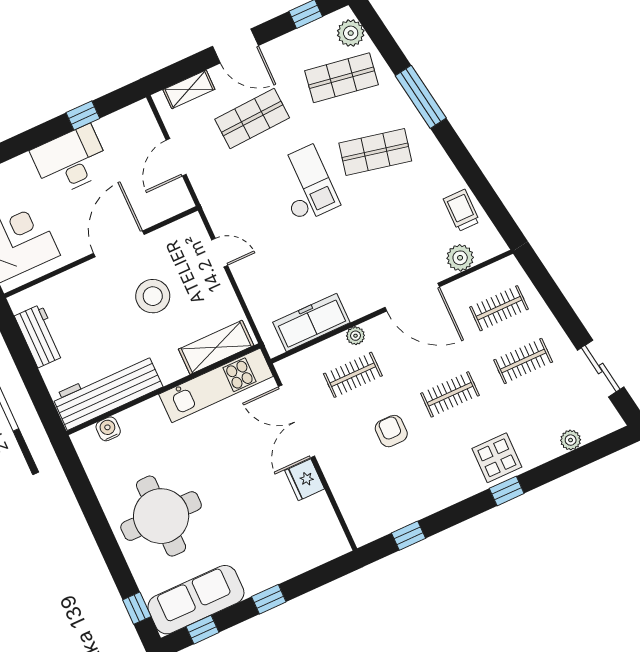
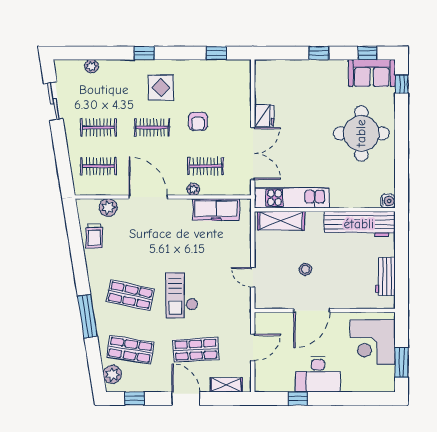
stool: (153, 296) -> (305, 269), width x0.53, depth x0.53
water cooler: (108, 429) -> (388, 201), moved, turned -90
display table: (497, 458) -> (161, 88), moved
sofa: (196, 600) -> (372, 73), width x0.73

